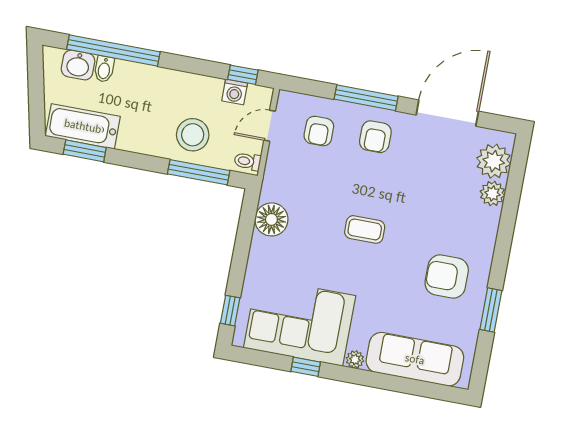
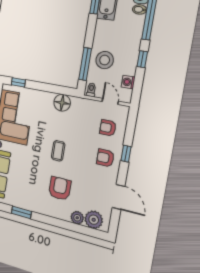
window: (243, 75) -> (142, 59), moved
window: (366, 98) -> (126, 154), width x0.46
door: (447, 113) -> (119, 197), width x0.73
armchair: (447, 276) -> (60, 188), moved

